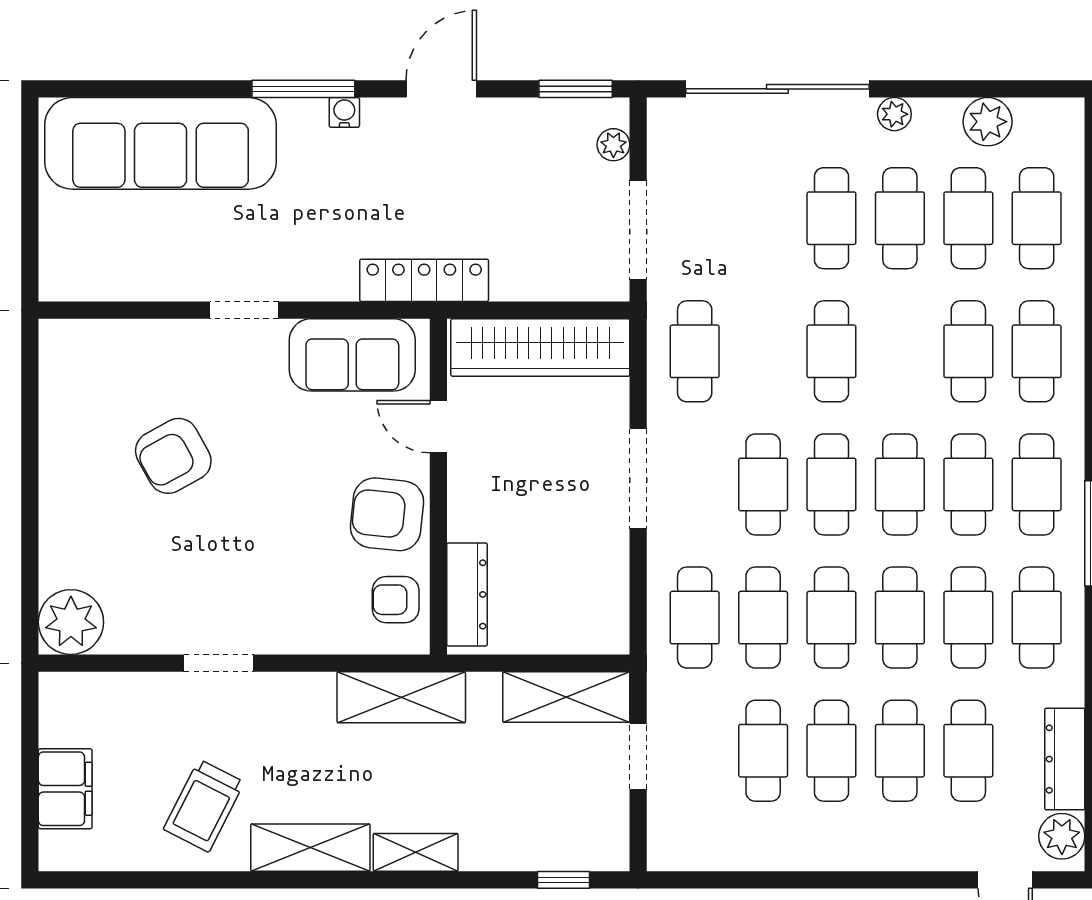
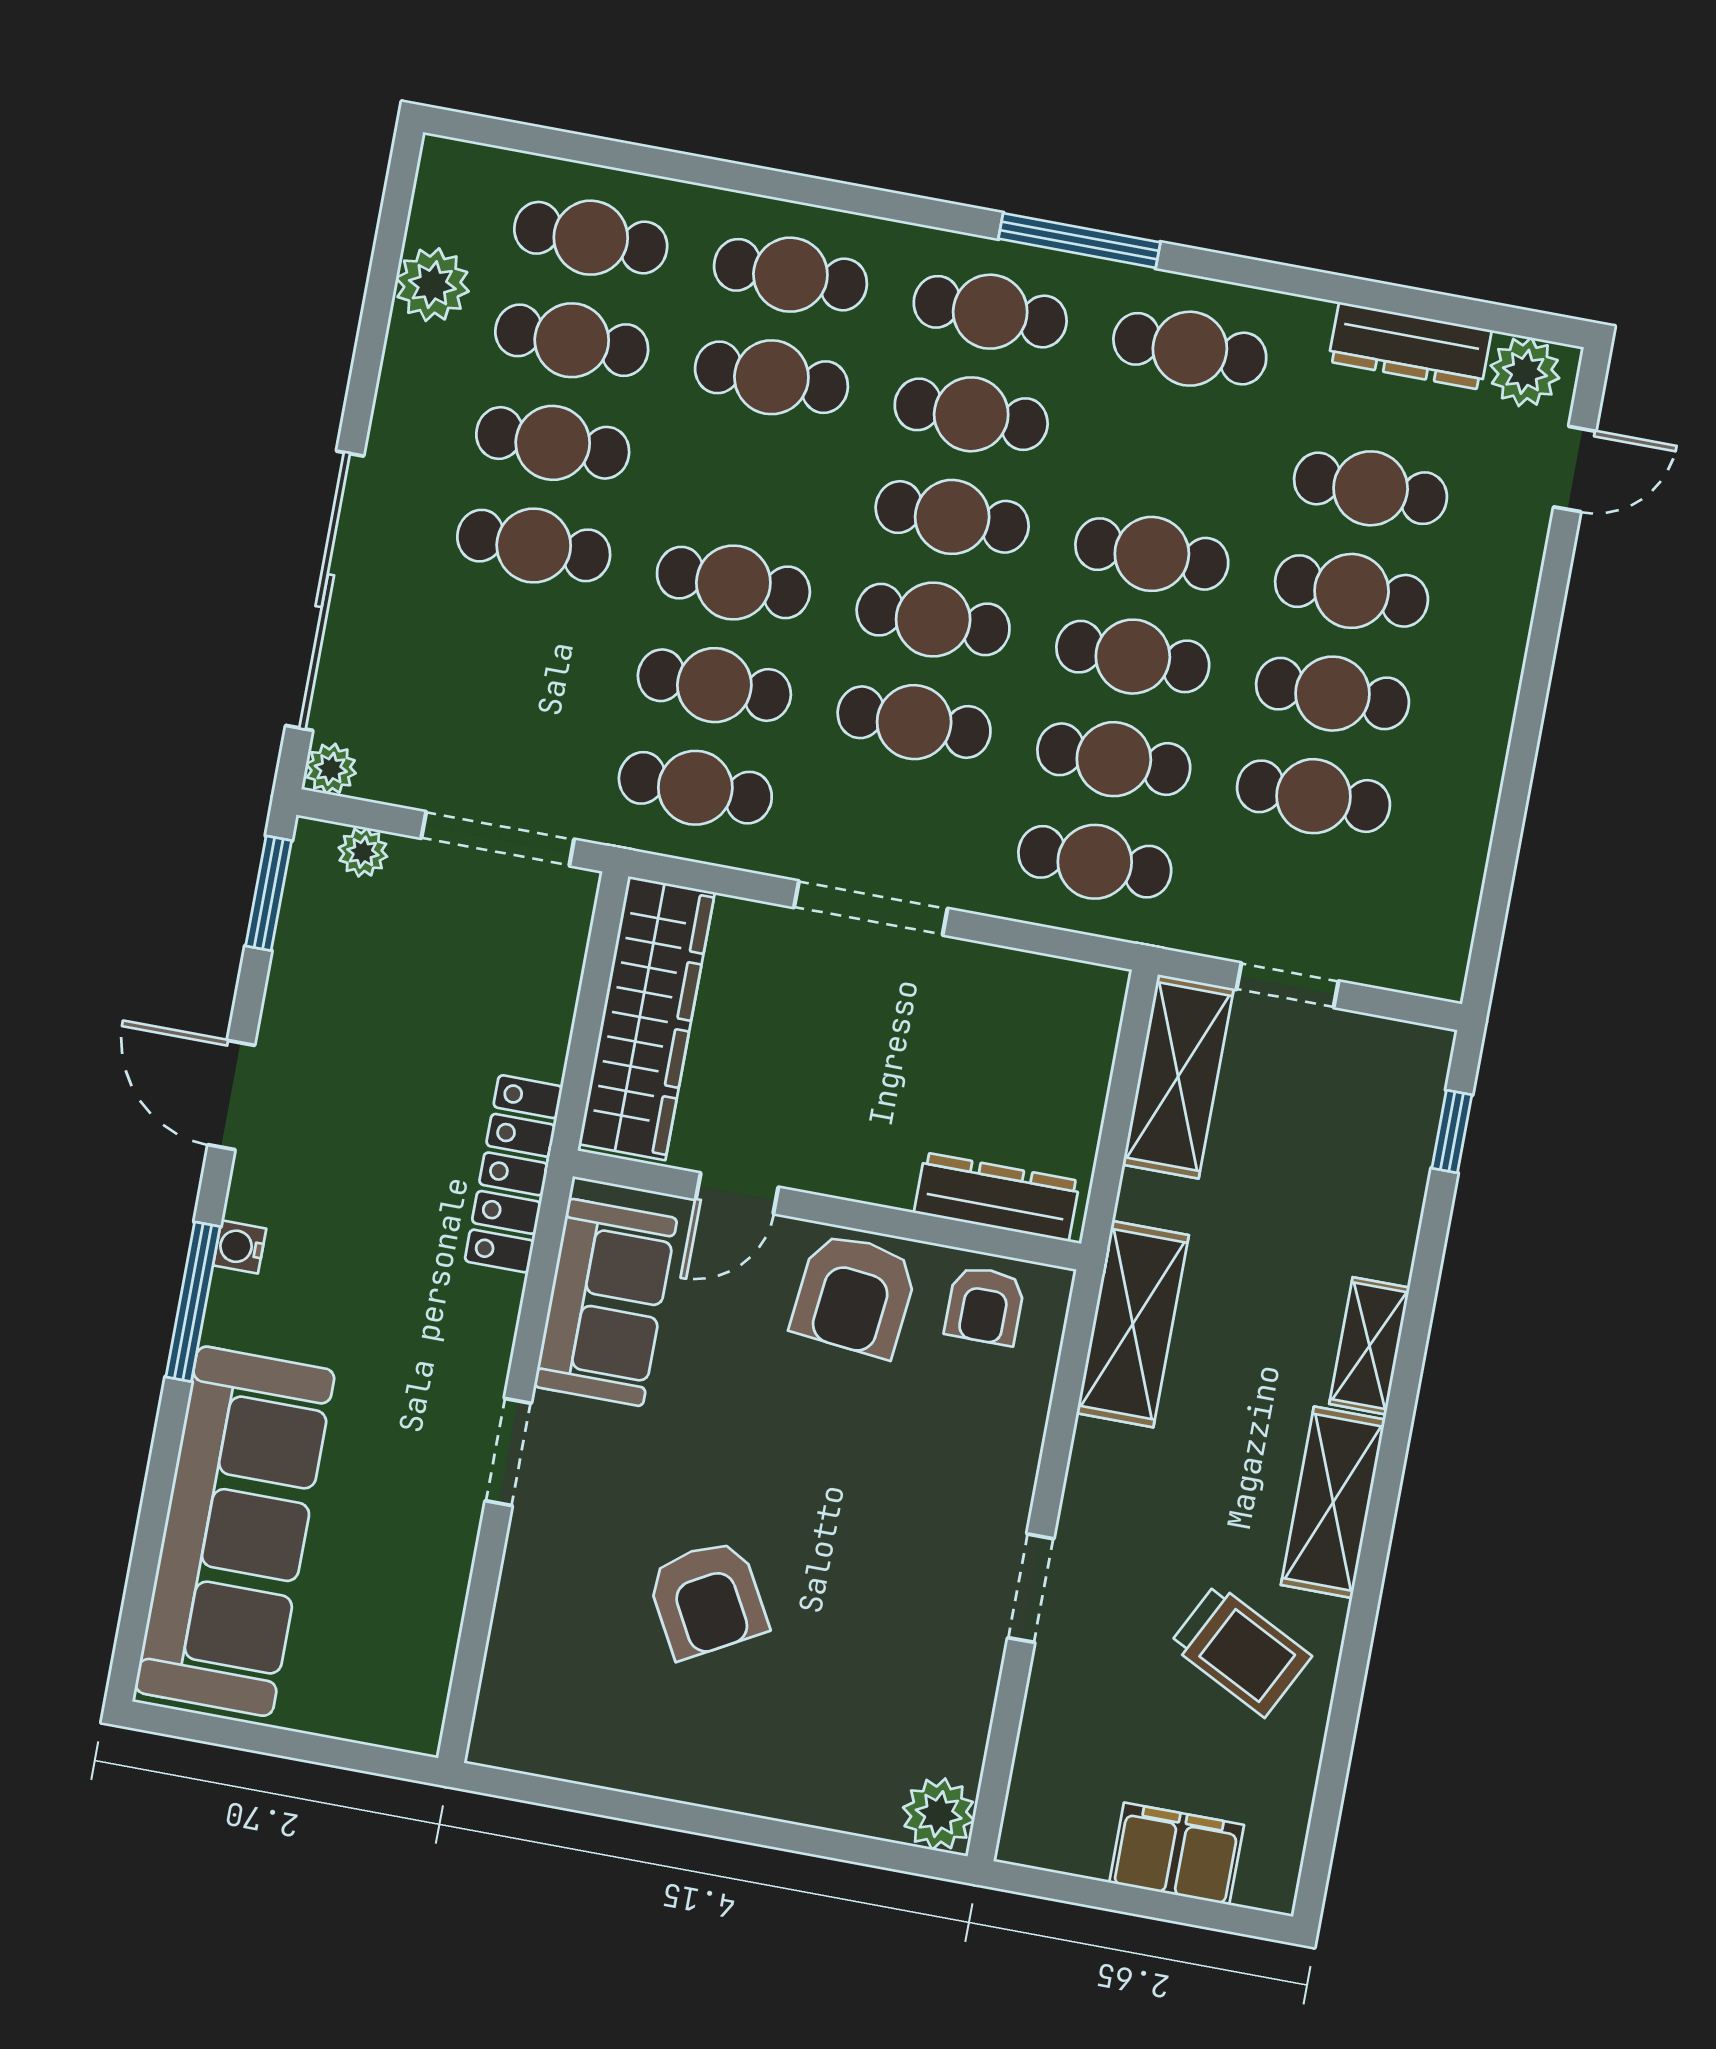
plant: (894, 114) -> (331, 769), moved
cafe table: (968, 618) -> (714, 685), moved
plant: (71, 622) -> (939, 1814), width x0.73, depth x0.73

